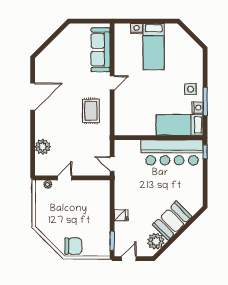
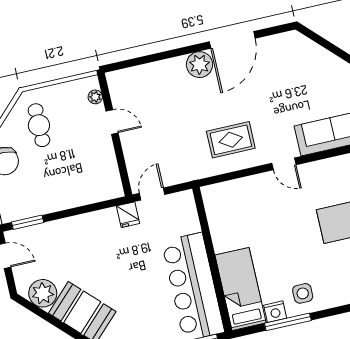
door: (33, 97) -> (232, 40), hinge flipped
plant: (43, 147) -> (200, 65), moved
fridge: (121, 215) -> (128, 215), moved
cafe table: (57, 221) -> (39, 125), added

